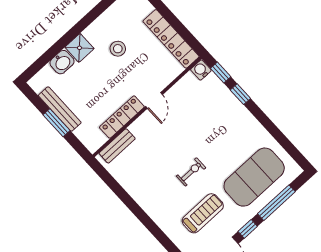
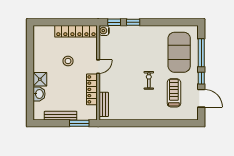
stool: (118, 49) -> (68, 61), moved
door: (154, 100) -> (98, 67), hinge flipped
window: (56, 123) -> (79, 123), moved

